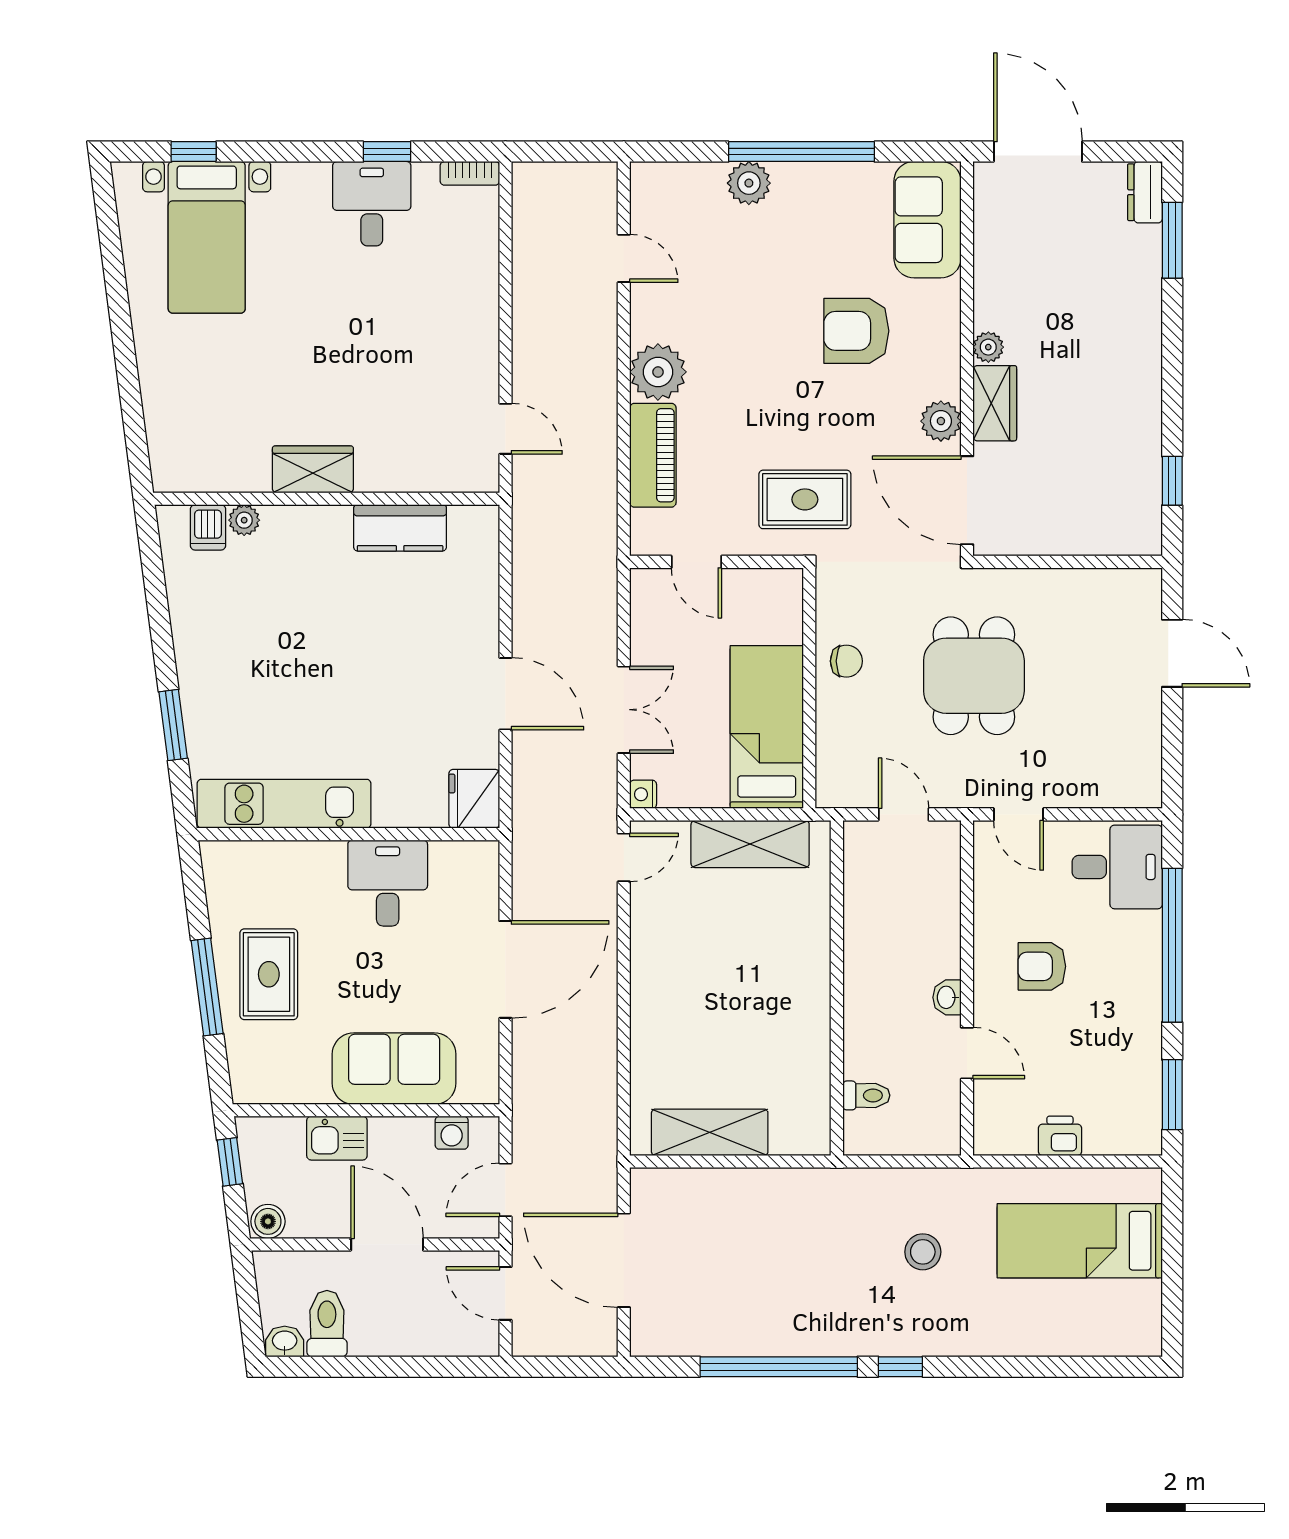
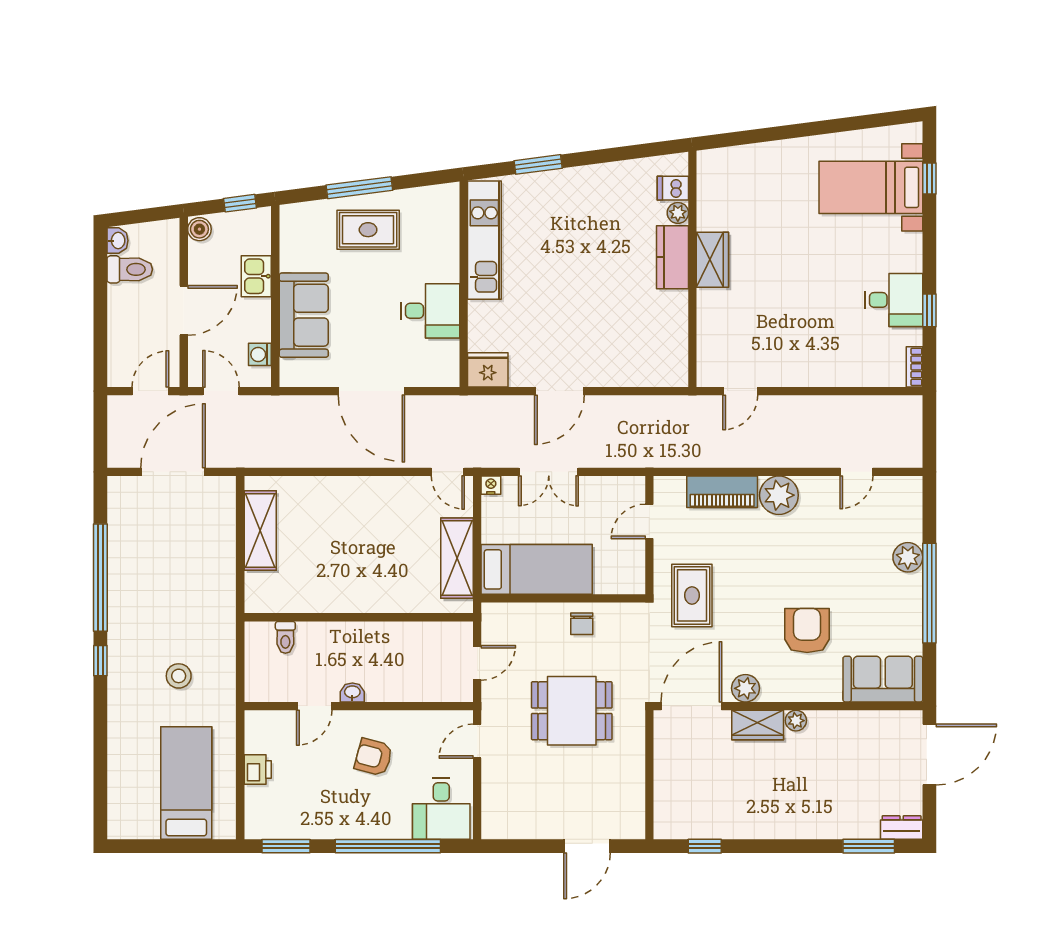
kitchen counter: (400, 528) -> (673, 257), moved
armchair: (1042, 966) -> (373, 757), turned -75

